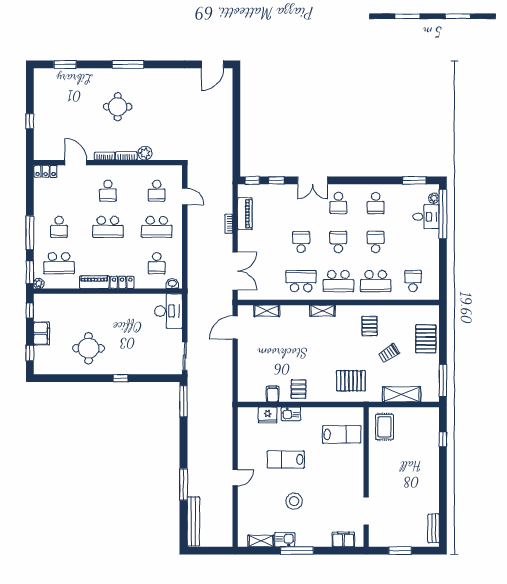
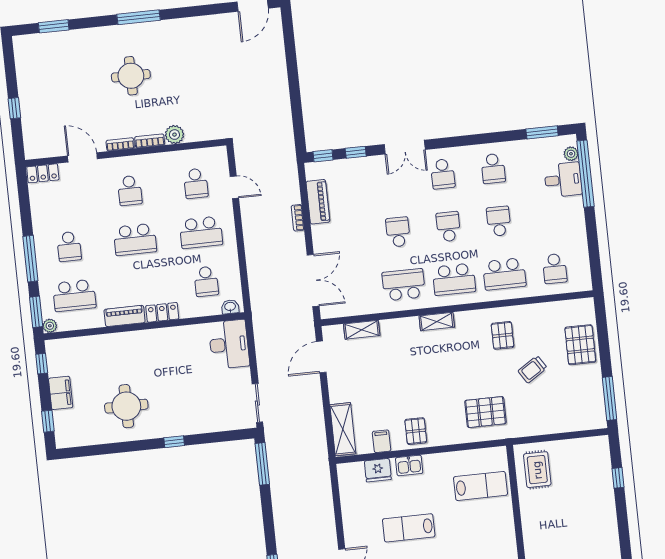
school desk: (413, 281) -> (555, 269), turned 180
shelving: (401, 394) -> (343, 429), moved, turned 90

